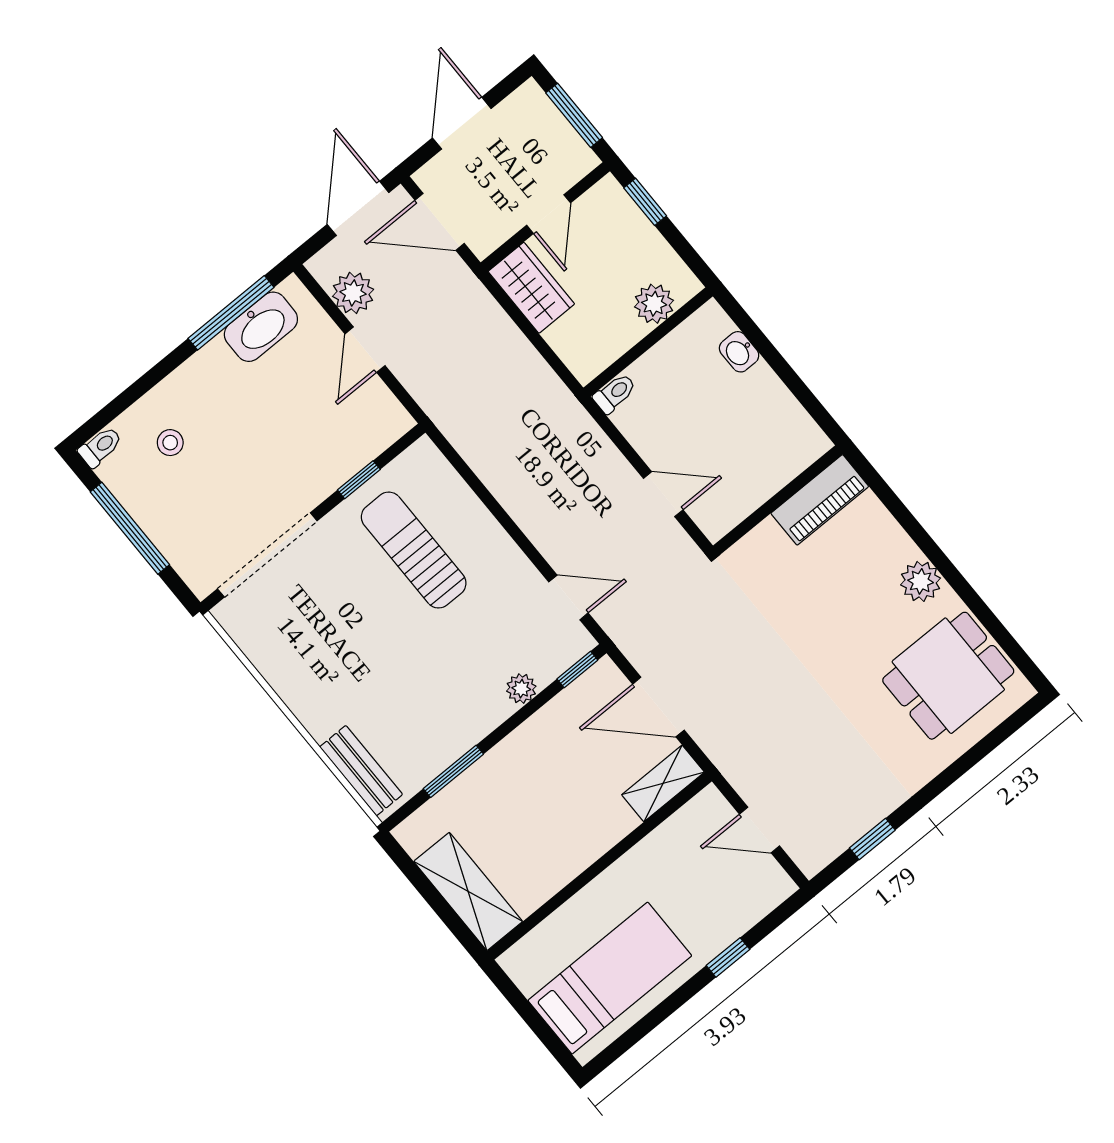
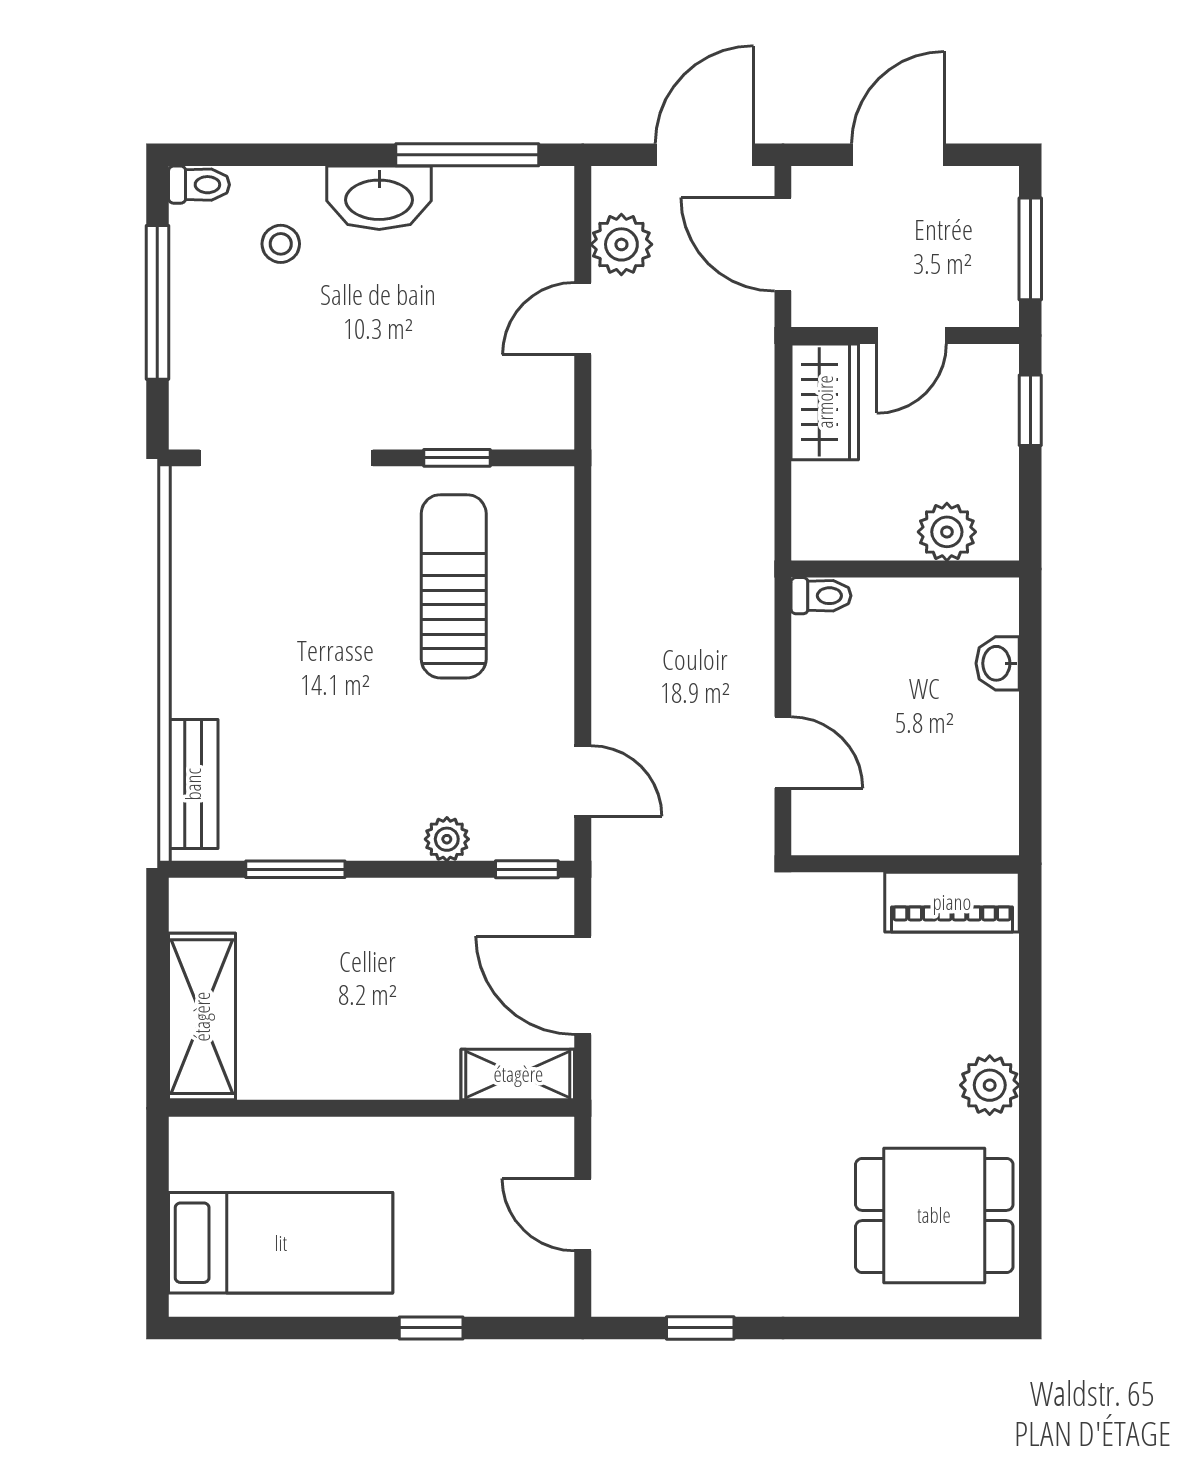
washbasin: (261, 327) -> (379, 198), moved

